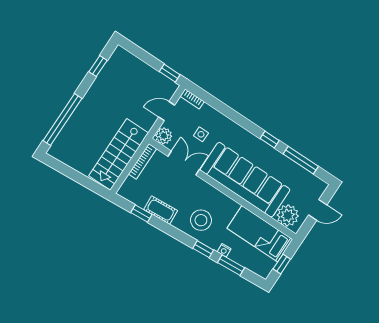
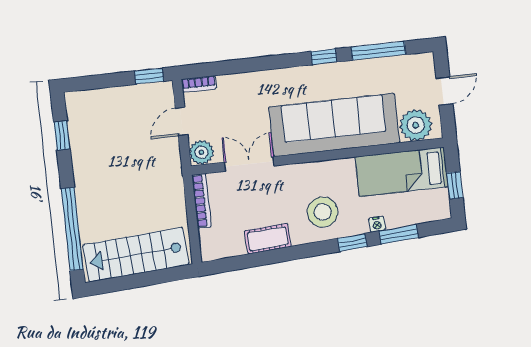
side table: (201, 134) -> (242, 116), removed
stairs: (119, 154) -> (136, 255), moved, turned 86
window: (141, 214) -> (249, 261), removed

